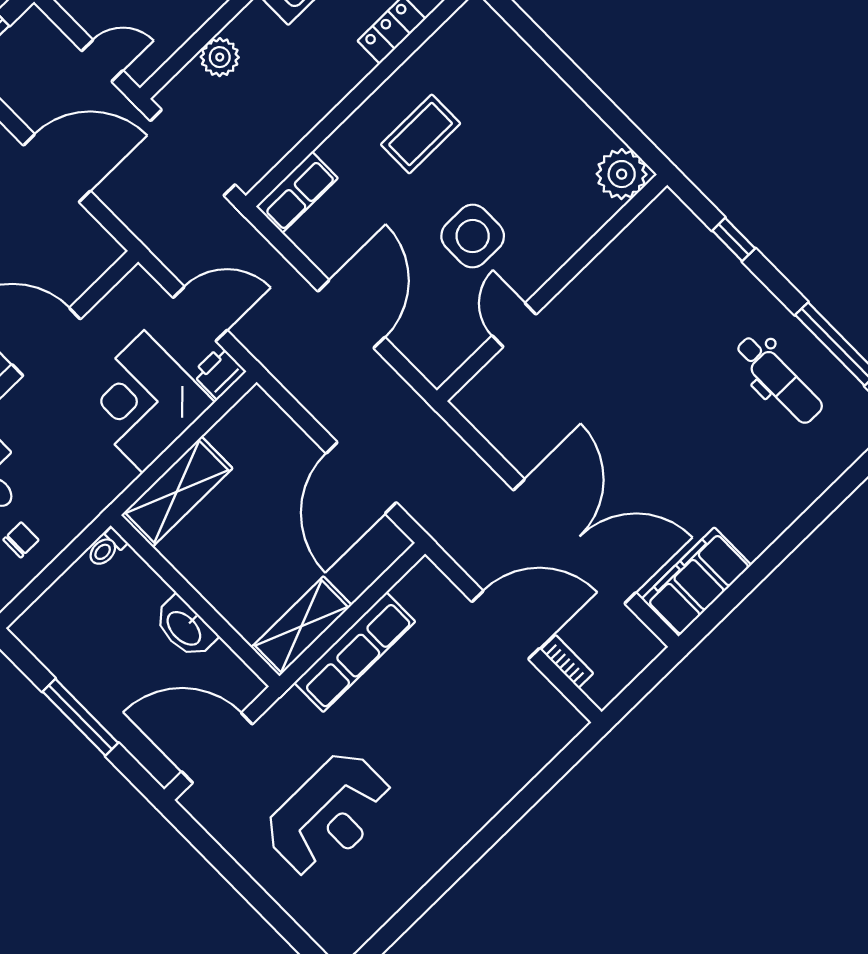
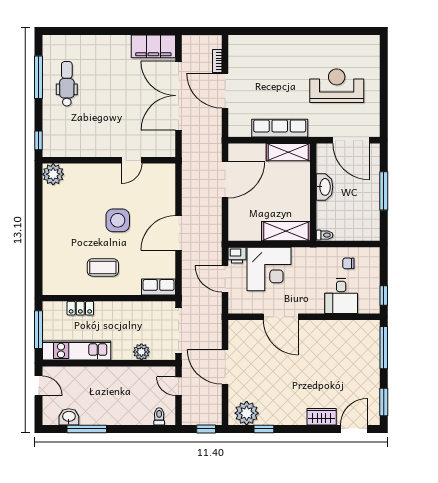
plant: (622, 174) -> (53, 174), moved
wall: (552, 288) -> (109, 160), moved
door: (514, 325) -> (132, 160), moved

